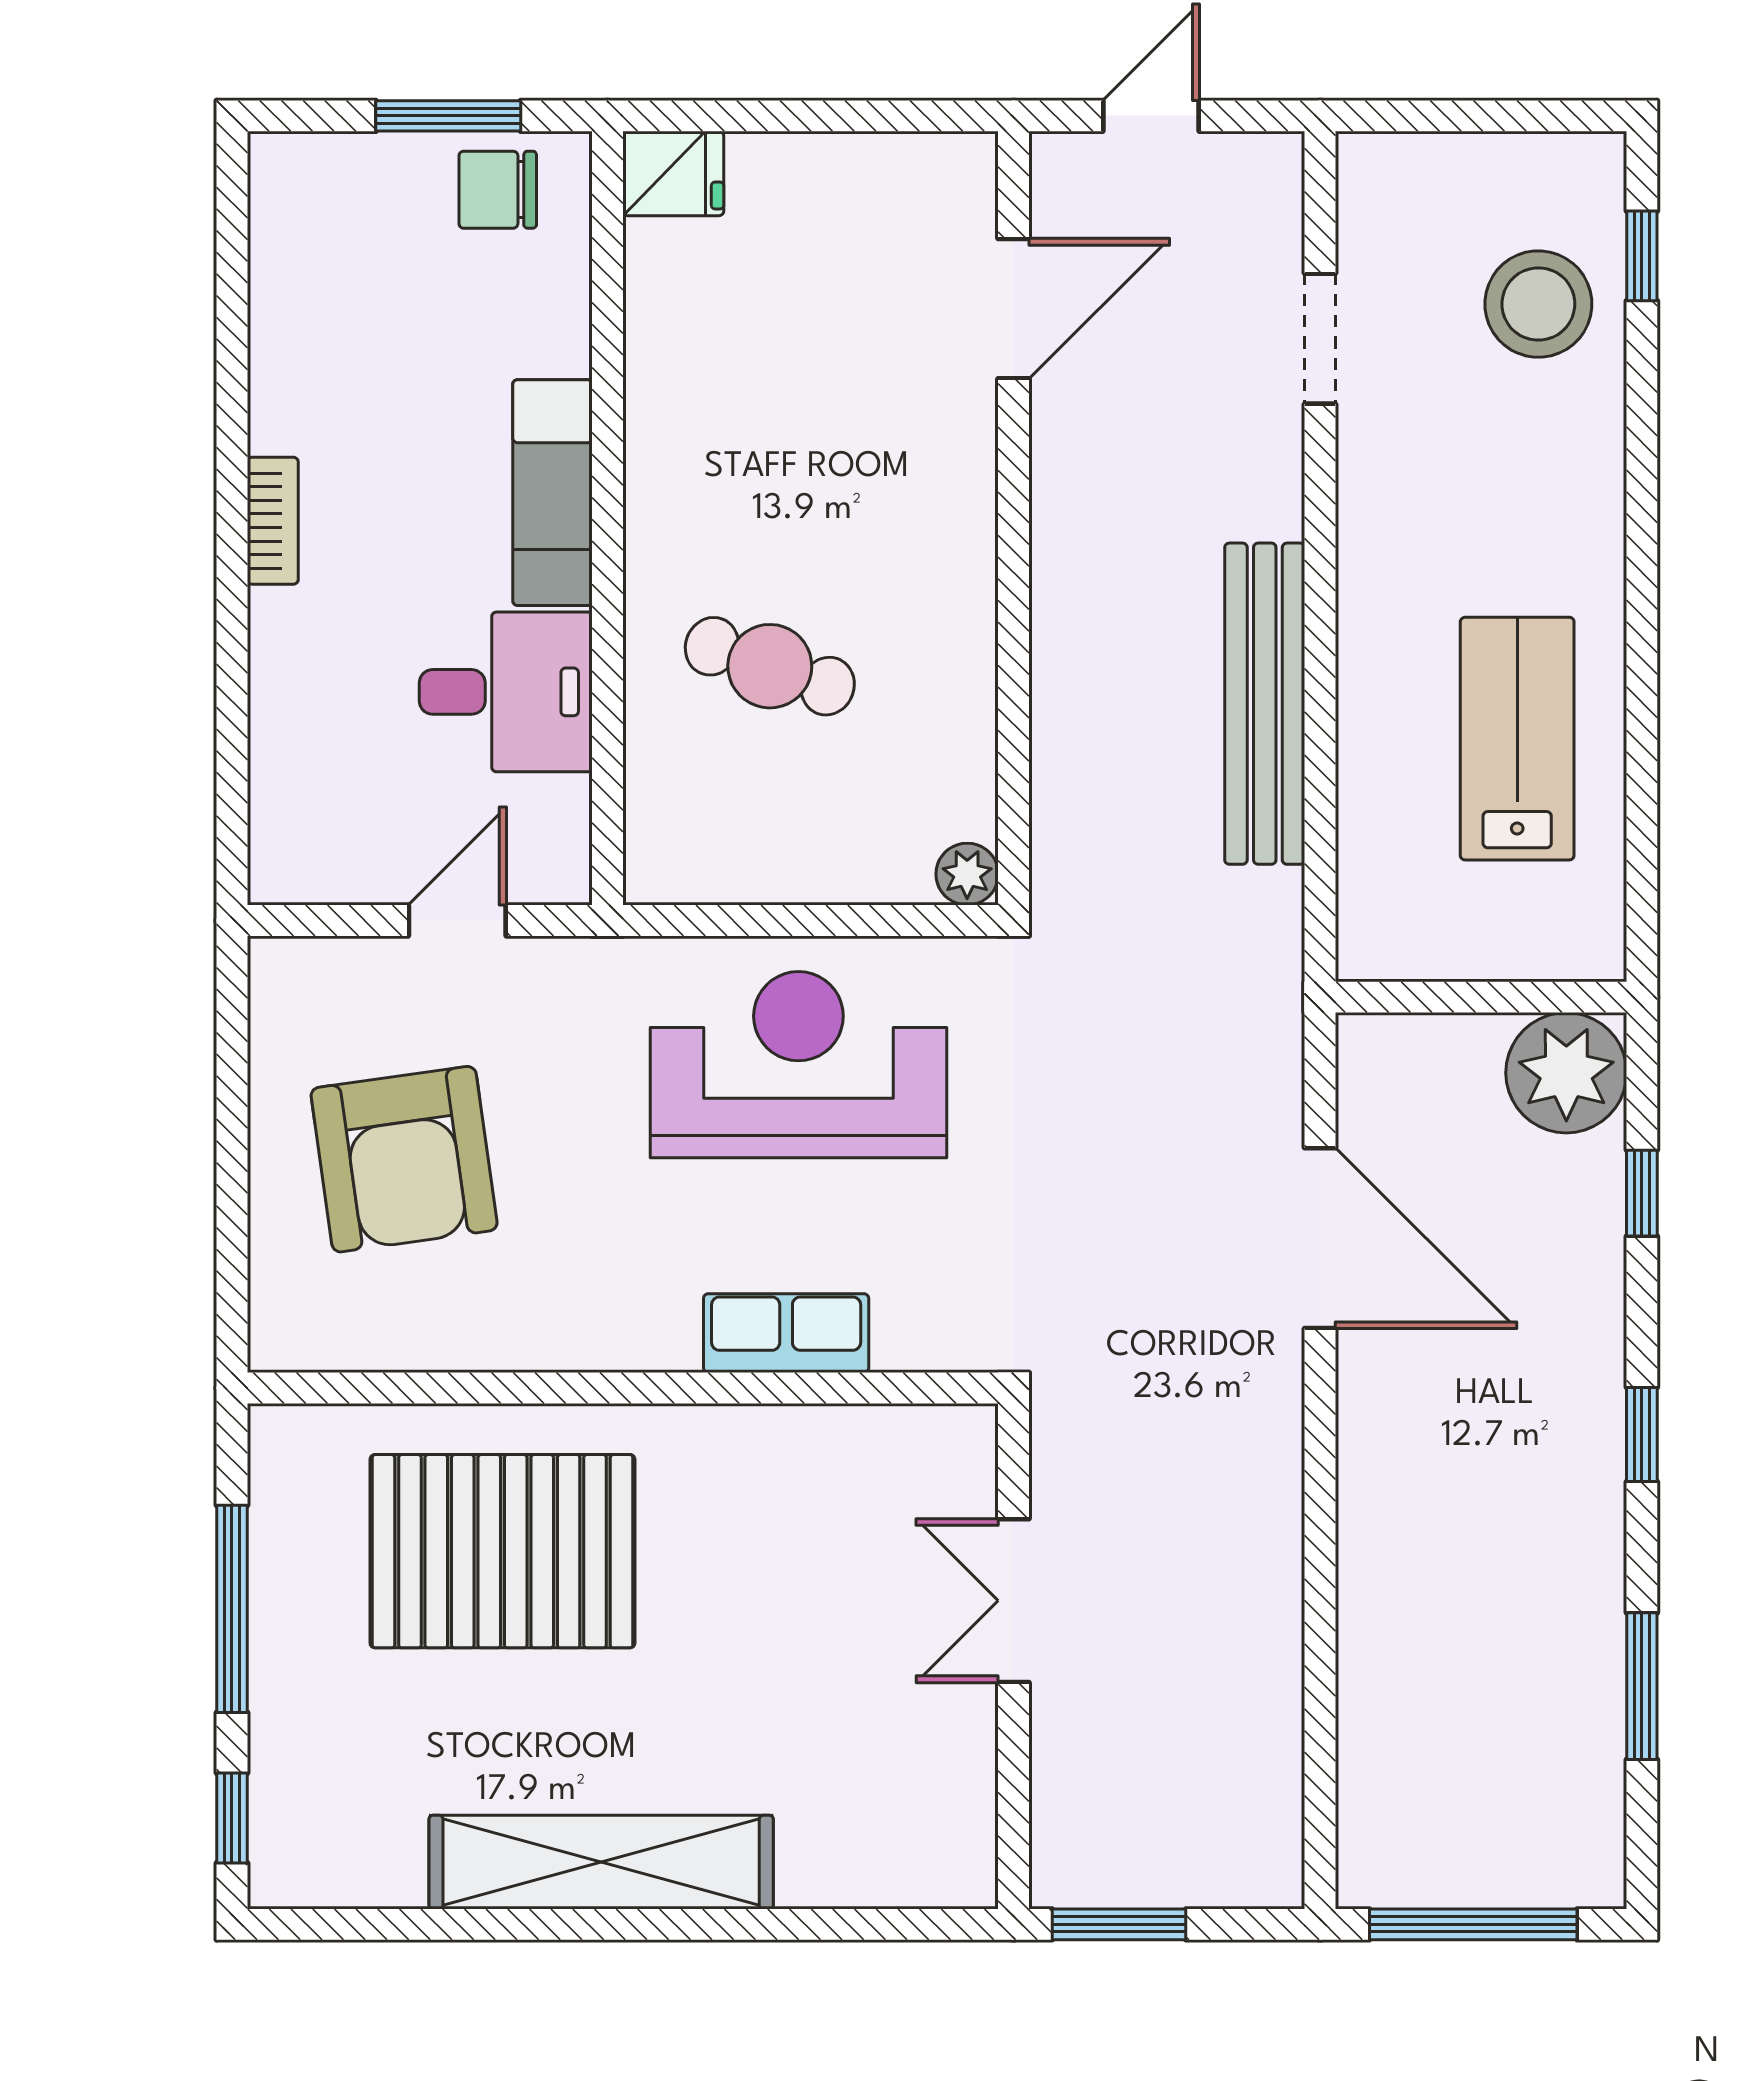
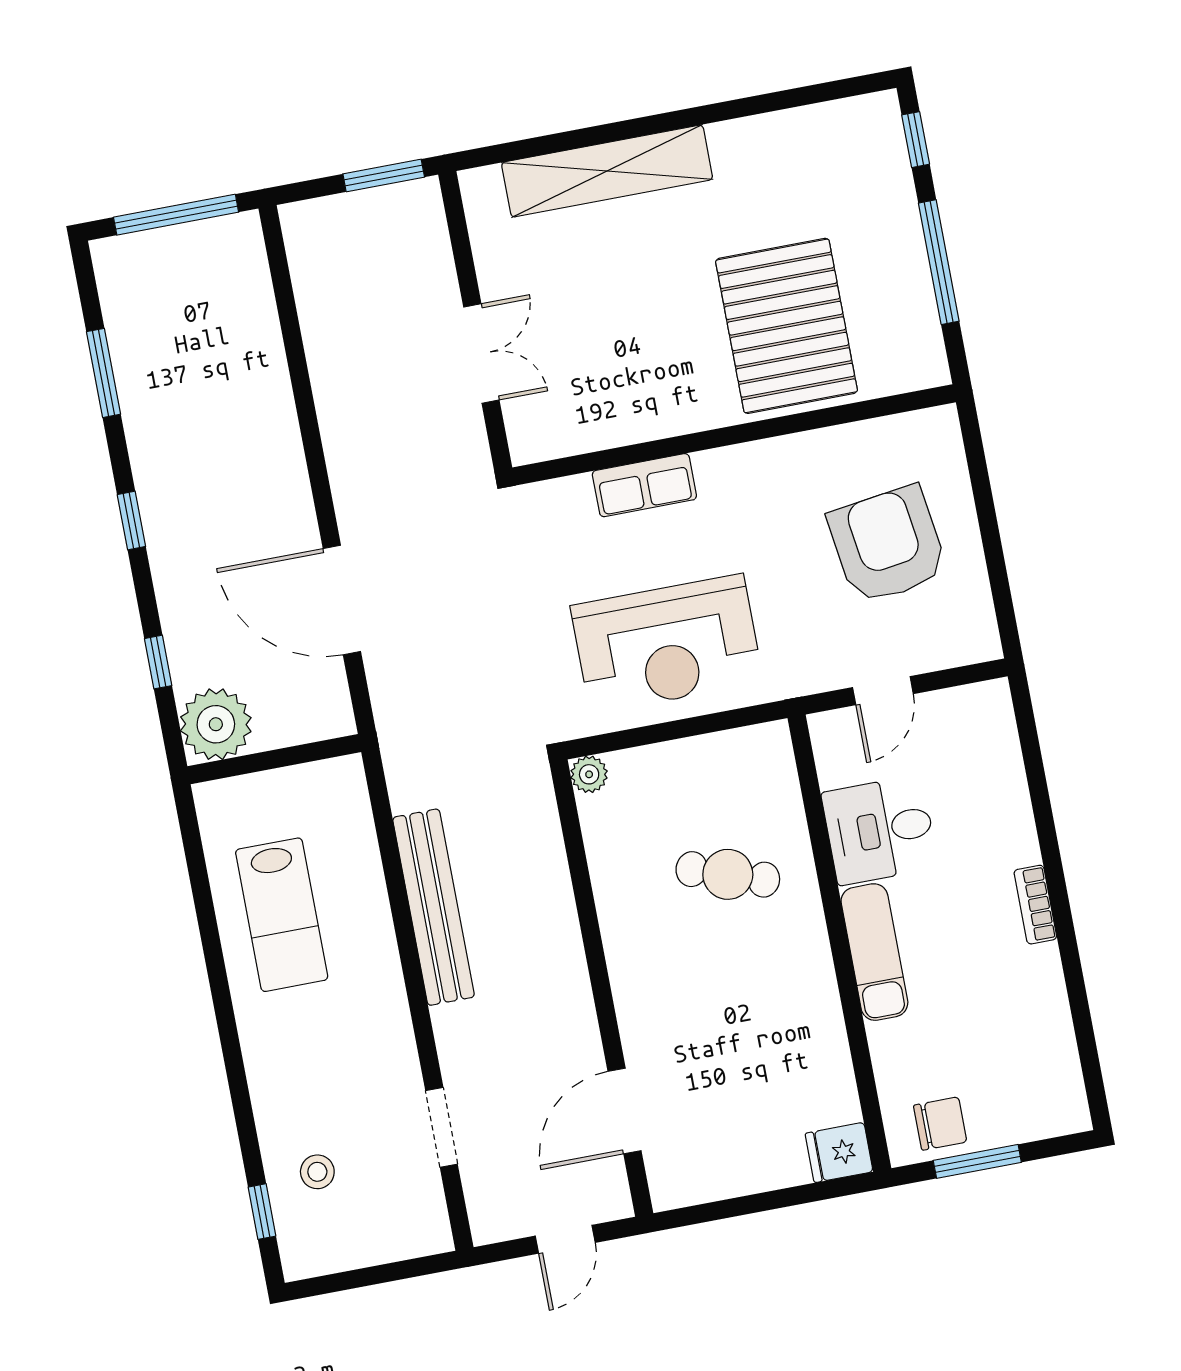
stool: (1538, 304) -> (317, 1172), width x0.53, depth x0.53
pallet: (502, 1551) -> (787, 326), turned 90
shelving: (601, 1862) -> (607, 171), moved

